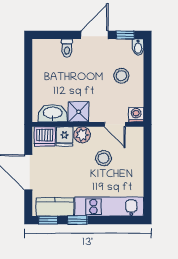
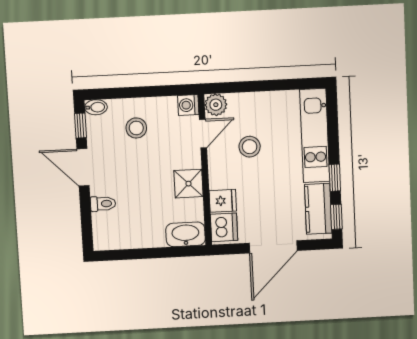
washbasin: (53, 113) -> (186, 234), moved, turned 90
plant: (82, 135) -> (216, 105), moved

